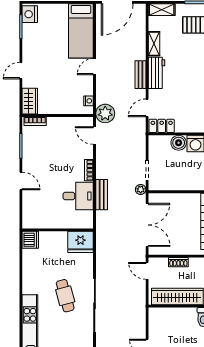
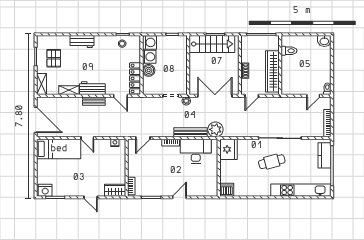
plant: (105, 113) -> (215, 129), moved
locker: (162, 126) -> (135, 78), width x1.53
bench: (102, 195) -> (190, 132), width x1.36
desk: (78, 196) -> (196, 151), width x1.37

